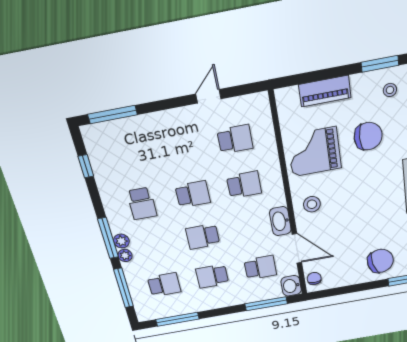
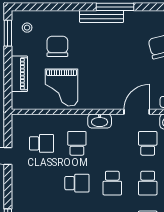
school desk: (235, 139) -> (41, 143), turned 90
school desk: (193, 194) -> (77, 183), turned 90
stool: (312, 204) -> (102, 95), removed
washbasin: (280, 221) -> (100, 121), moved

